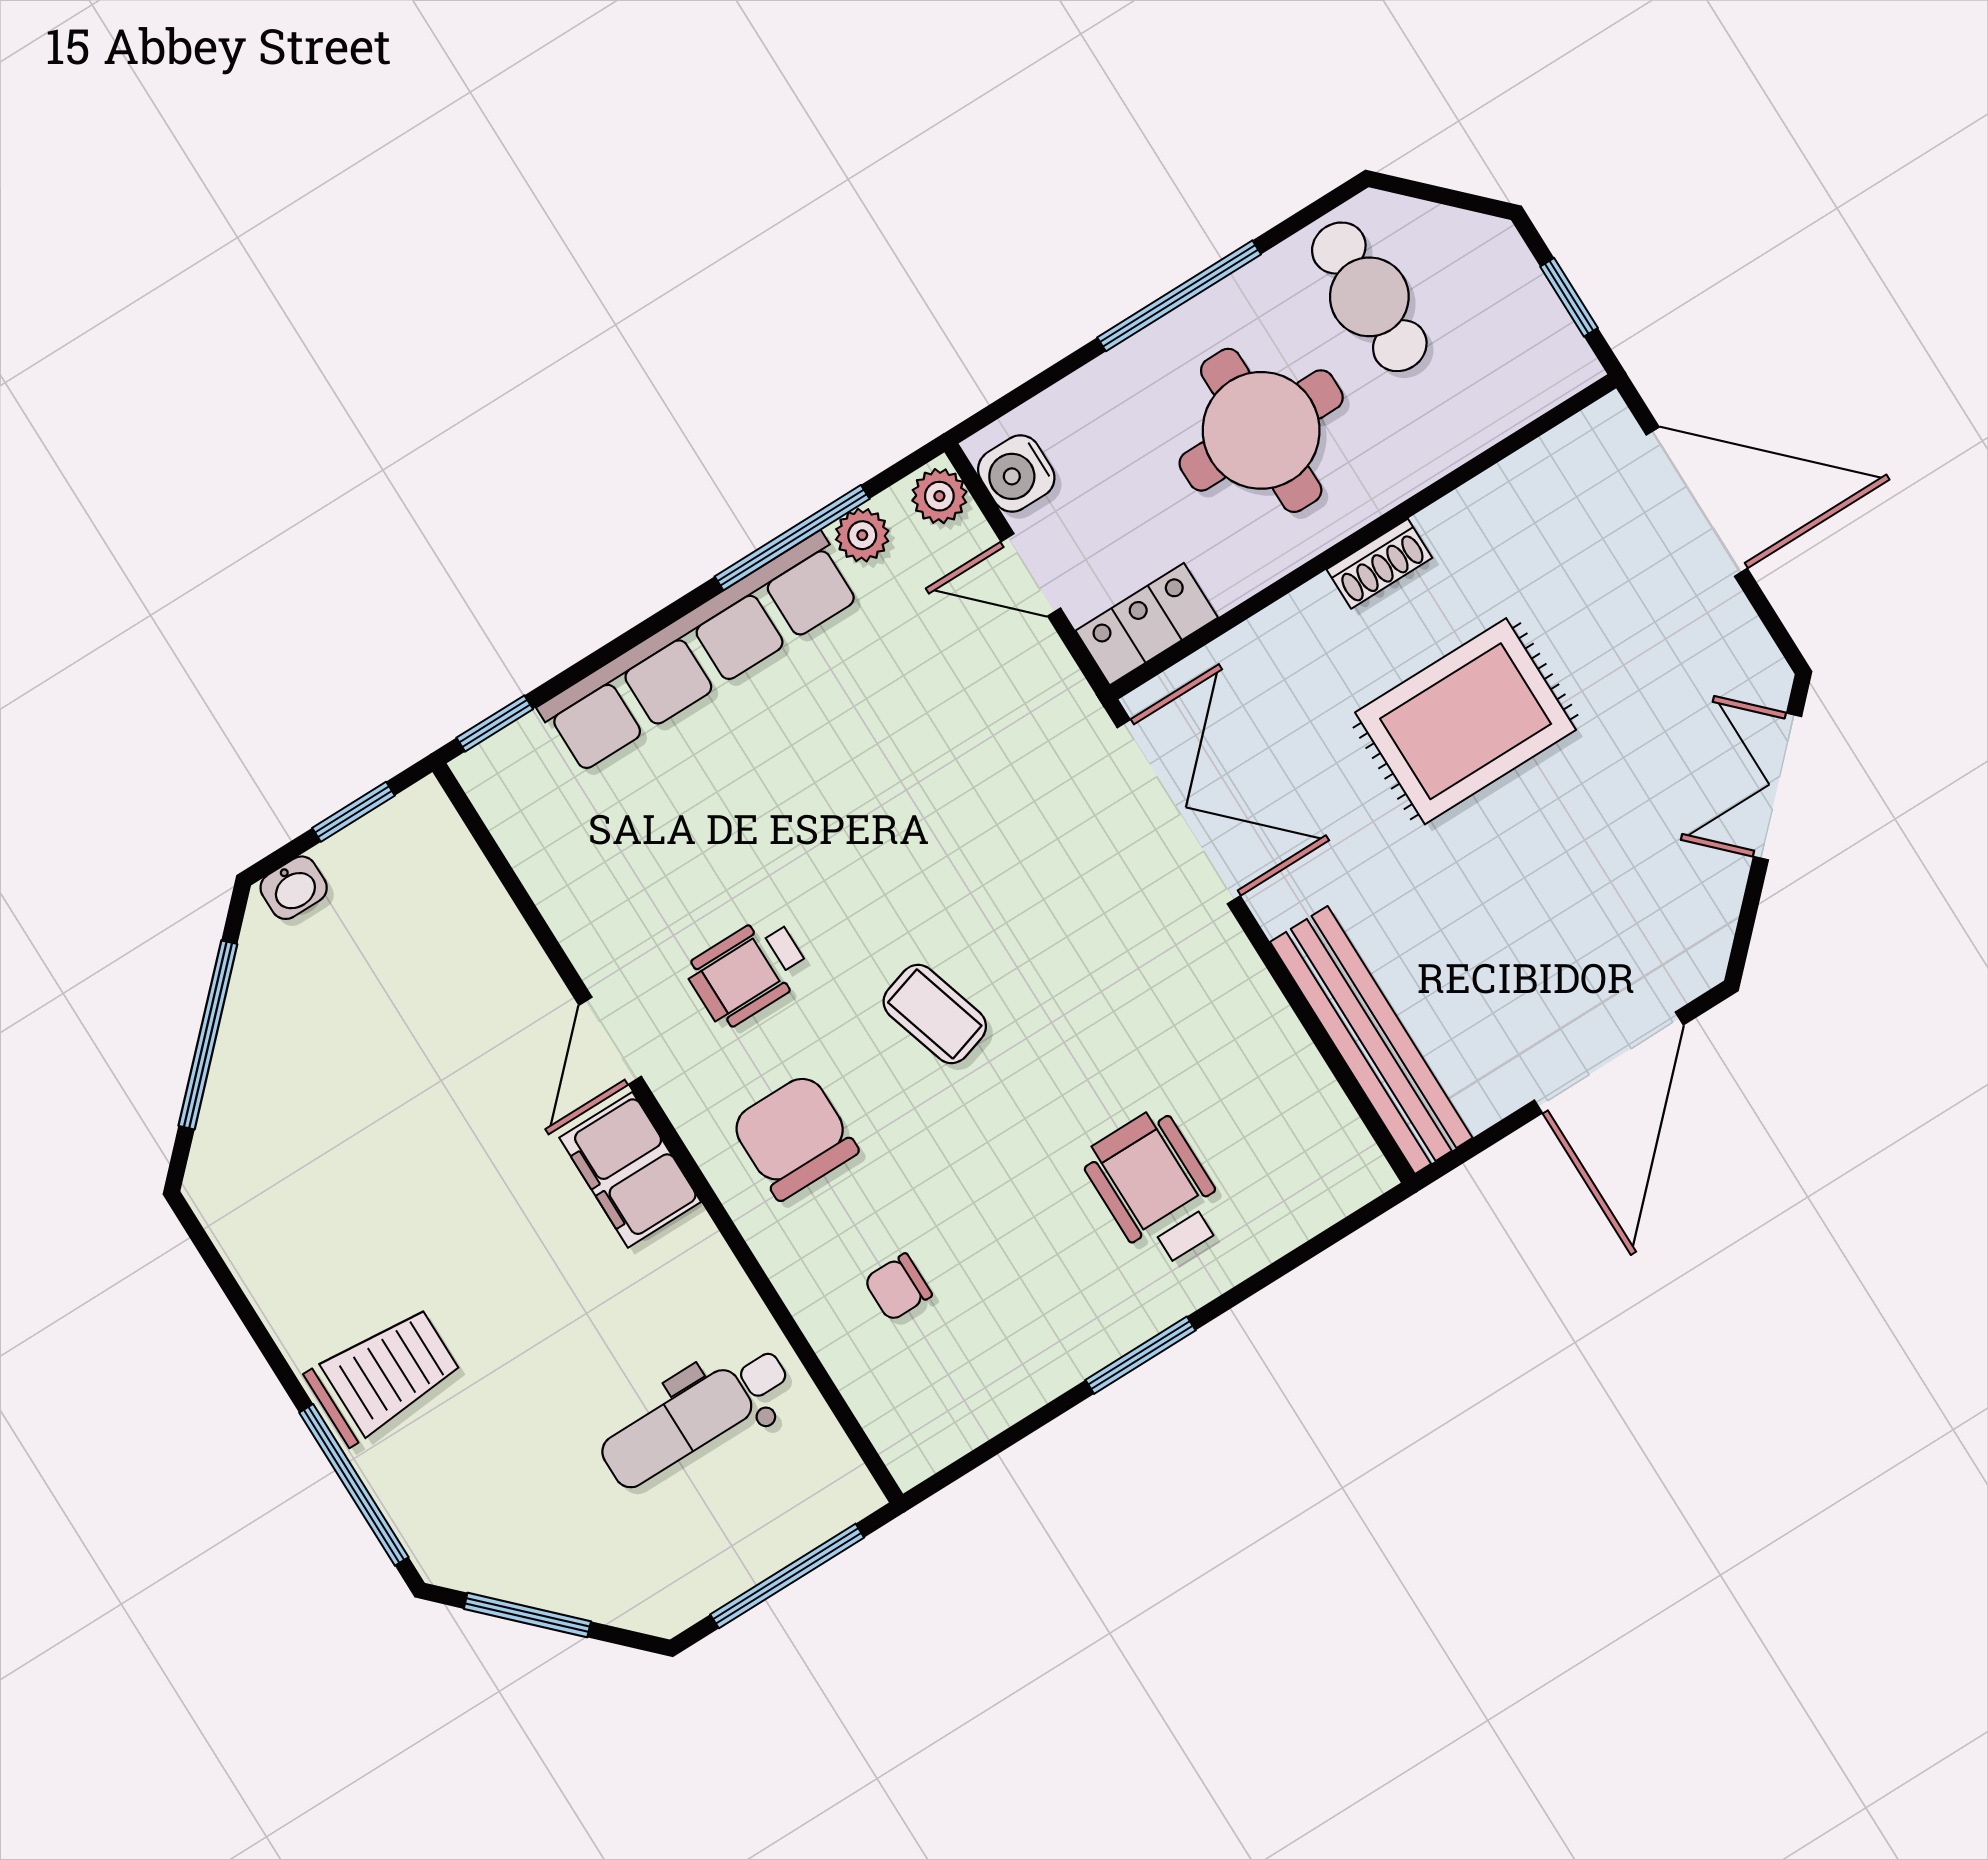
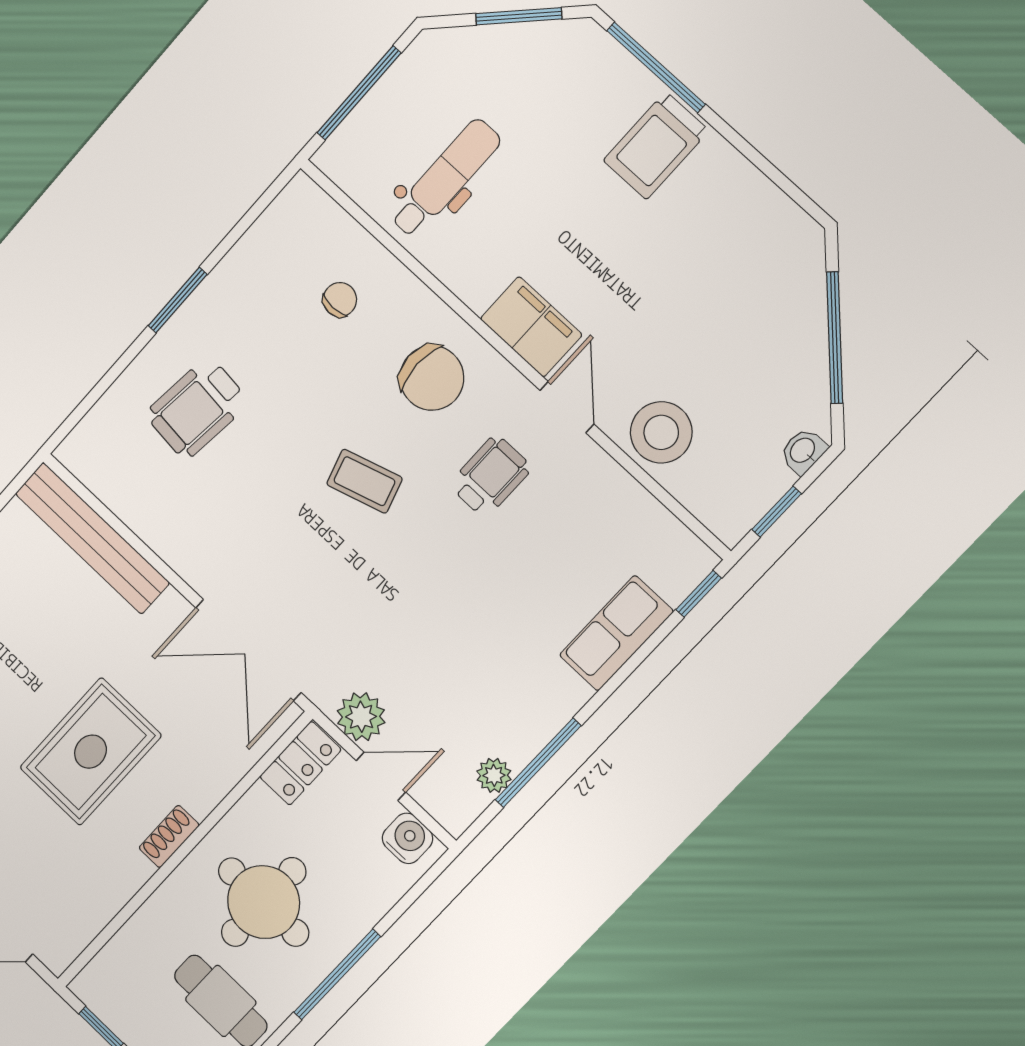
plant: (939, 496) -> (361, 717), moved, width x1.38, depth x1.38
row of seats: (699, 652) -> (616, 633), width x0.50
stool: (486, 968) -> (661, 432), added
wheelchair: (1156, 1189) -> (197, 408), turned 96

